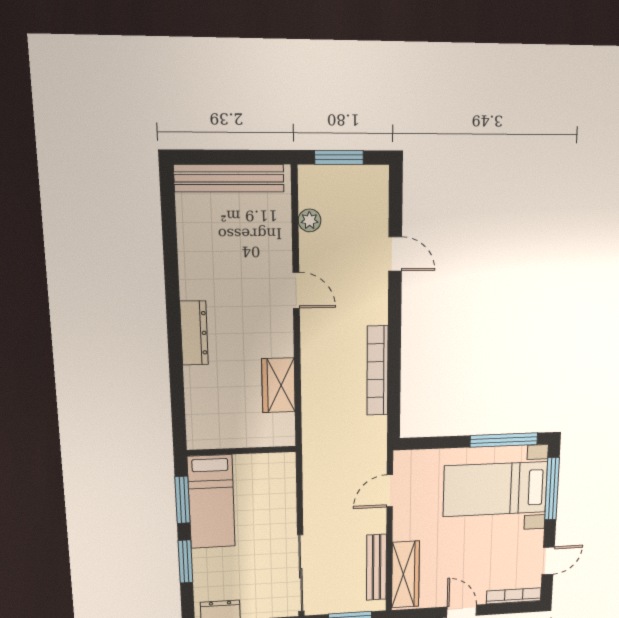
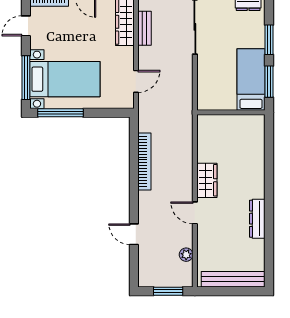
dresser: (194, 333) -> (257, 219), moved
wardrobe: (278, 385) -> (207, 180), moved
bench: (377, 567) -> (145, 28), width x0.73

